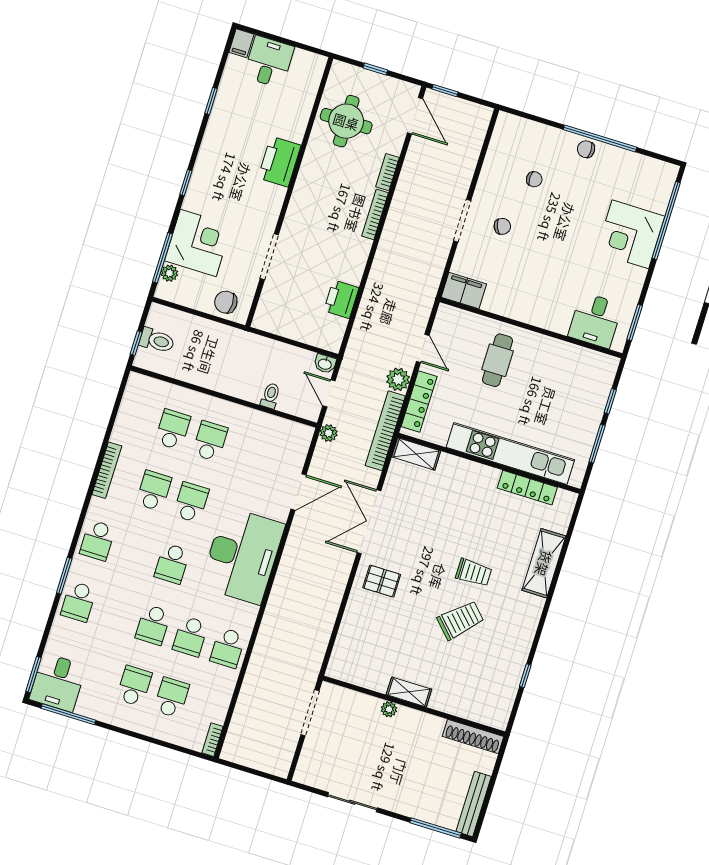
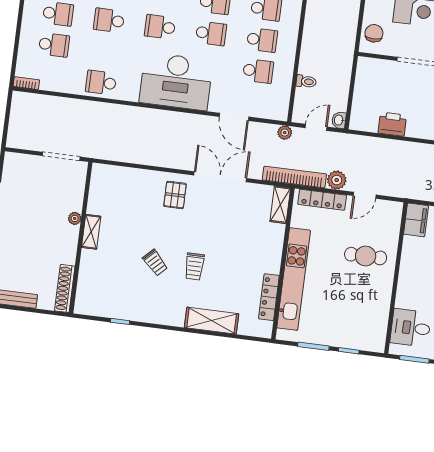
trolley: (460, 620) -> (155, 263), width x0.73, depth x0.72
school desk: (190, 636) -> (258, 71), moved, turned 180

